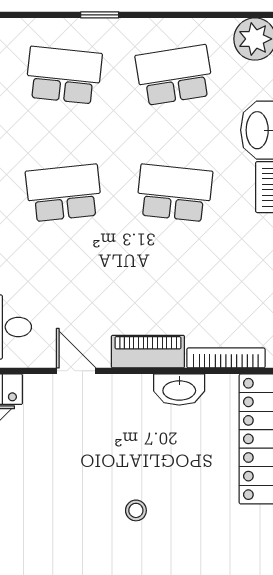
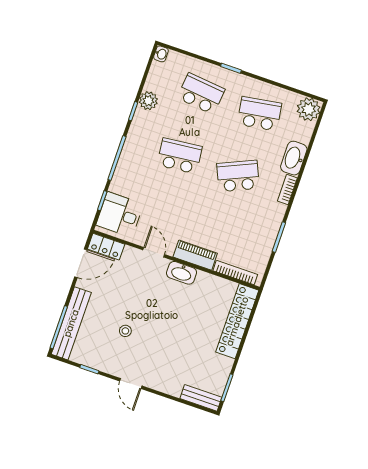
school desk: (174, 193) -> (238, 176), turned -30
washbasin: (179, 390) -> (182, 273), moved
stool: (136, 510) -> (125, 331), moved

